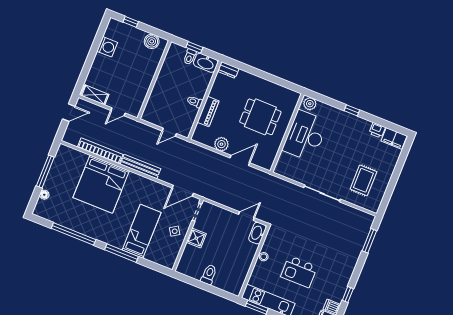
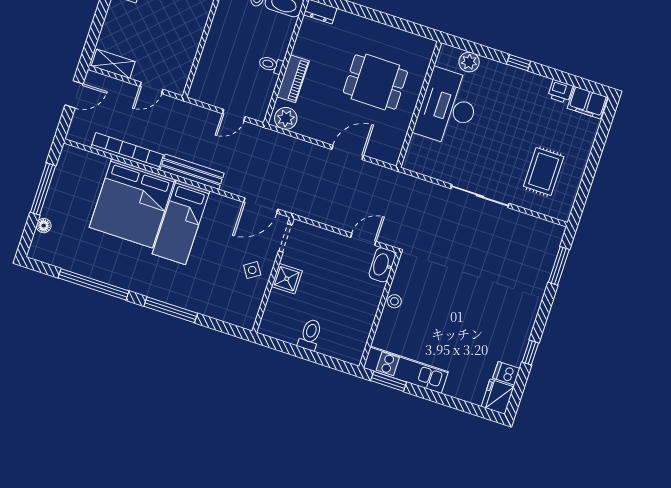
plant: (310, 104) -> (469, 62), moved
plant: (221, 144) -> (286, 118), moved
bed: (142, 231) -> (181, 222), moved, turned 180
kitchen island: (299, 272) -> (451, 321), removed

